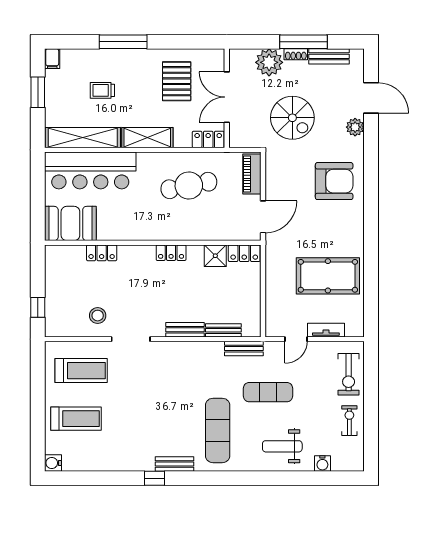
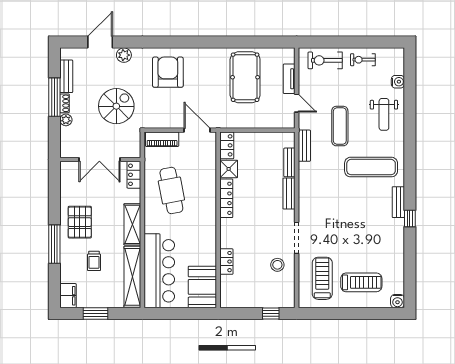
filing cabinet: (52, 59) -> (68, 296), width x2.00
plant: (269, 62) -> (66, 120), width x0.53, depth x0.53
pallet: (177, 81) -> (80, 222), moved, turned 90
locker: (171, 253) -> (226, 198), width x1.53
exercise bike: (349, 374) -> (325, 60), turned 180
treadmill: (76, 419) -> (361, 282), turned 90

